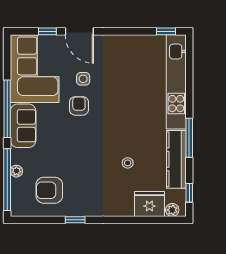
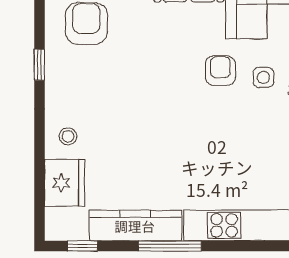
armchair: (79, 106) -> (220, 71), turned -90
stool: (128, 163) -> (68, 136), moved
plant: (172, 210) -> (55, 219), removed

